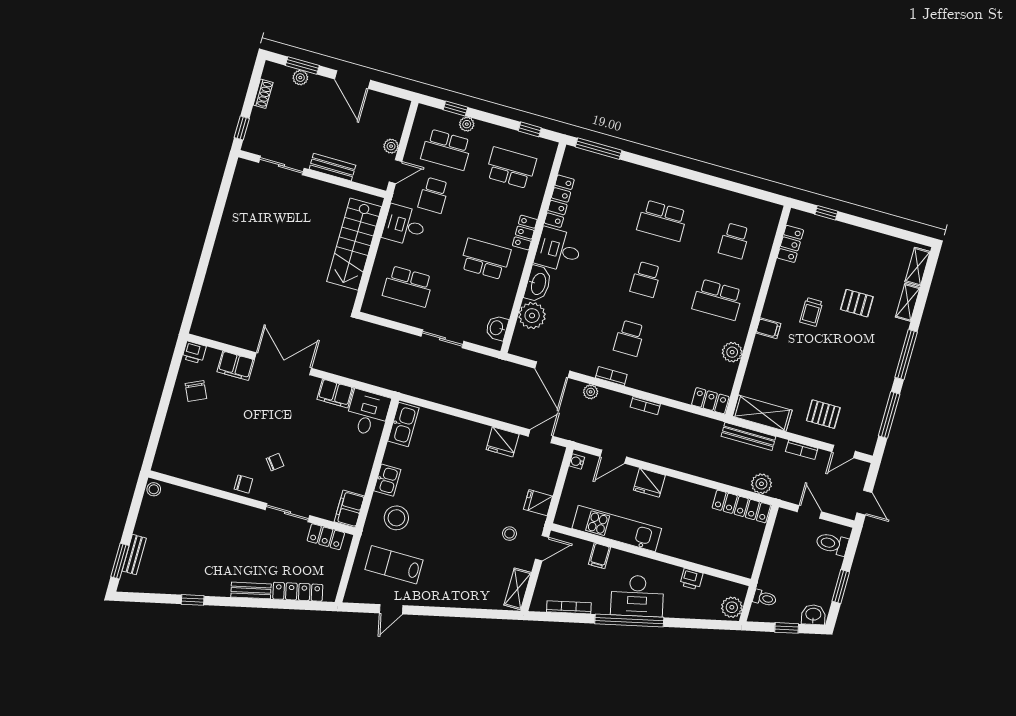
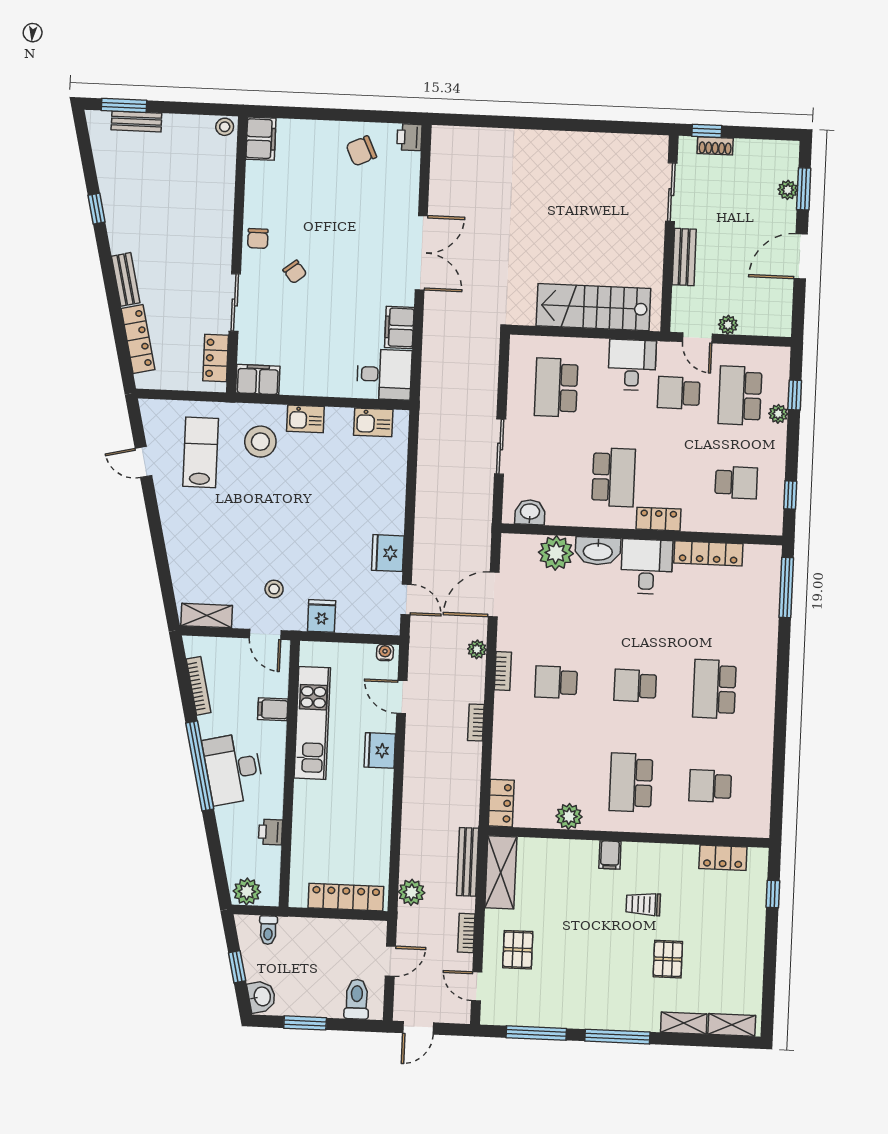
shoe rack: (263, 94) -> (715, 146), moved
school desk: (511, 168) -> (736, 483), width x0.54
filing cabinet: (236, 366) -> (261, 139), moved, turned 180
kitchen sink: (403, 425) -> (373, 422), width x0.73
locker: (741, 506) -> (346, 897), moved, turned 90

